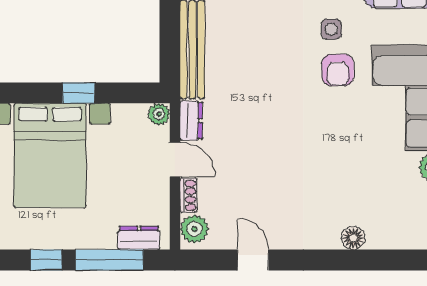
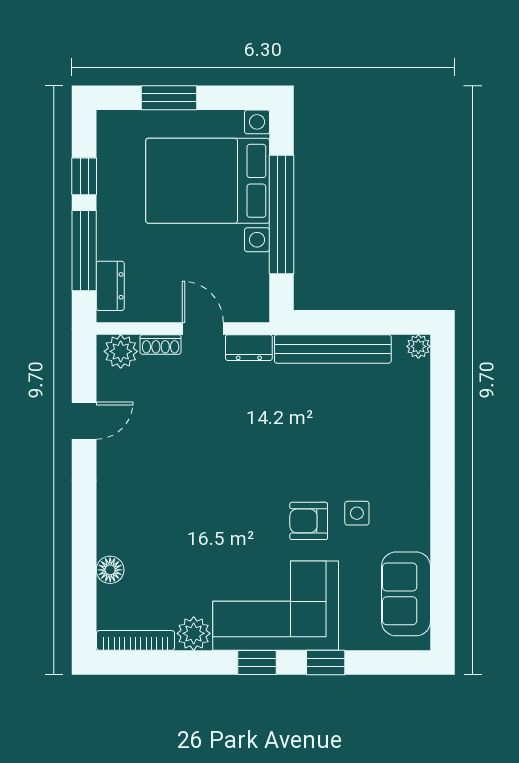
window: (79, 93) -> (282, 214), width x3.17
plant: (159, 114) -> (256, 309), removed
door: (175, 160) -> (203, 328), swing flipped
floor lamp: (353, 238) -> (110, 570), moved

